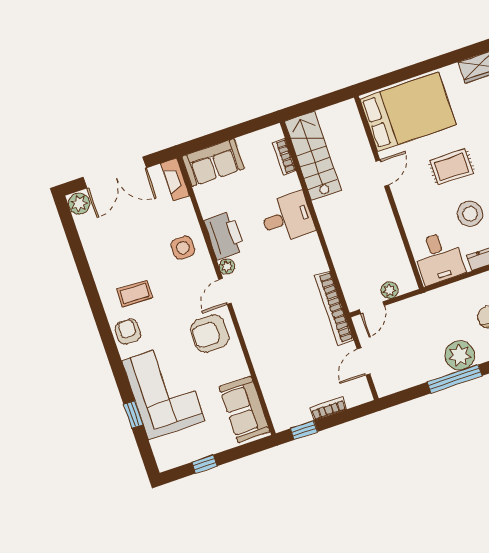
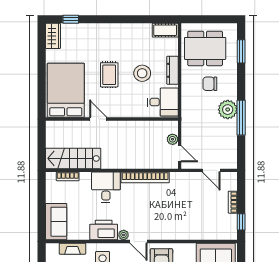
fireplace: (175, 179) -> (72, 249), moved
bookcase: (334, 308) -> (145, 177), moved

